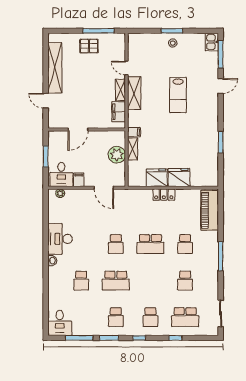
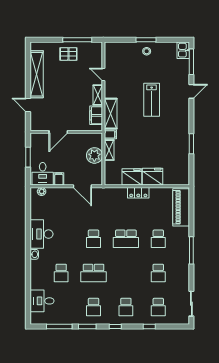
shelving: (134, 93) -> (111, 114), moved
school desk: (185, 317) -> (158, 307), width x0.54
desk: (60, 323) -> (42, 301), moved, turned 90

